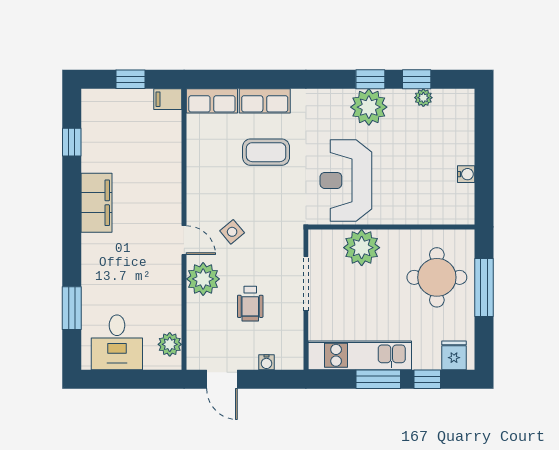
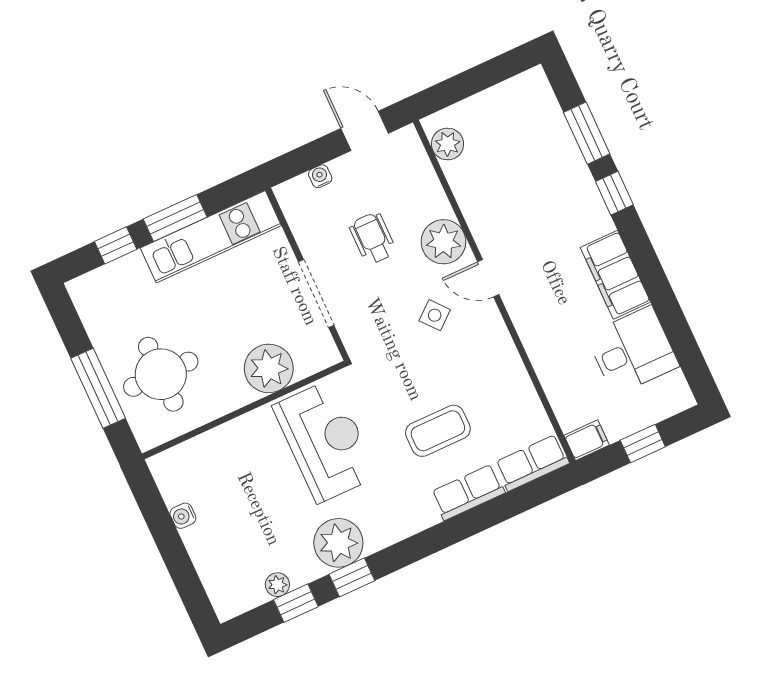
window: (72, 142) -> (614, 193), moved
desk: (117, 342) -> (633, 351), moved, turned 90
fridge: (454, 355) -> (97, 289), removed

